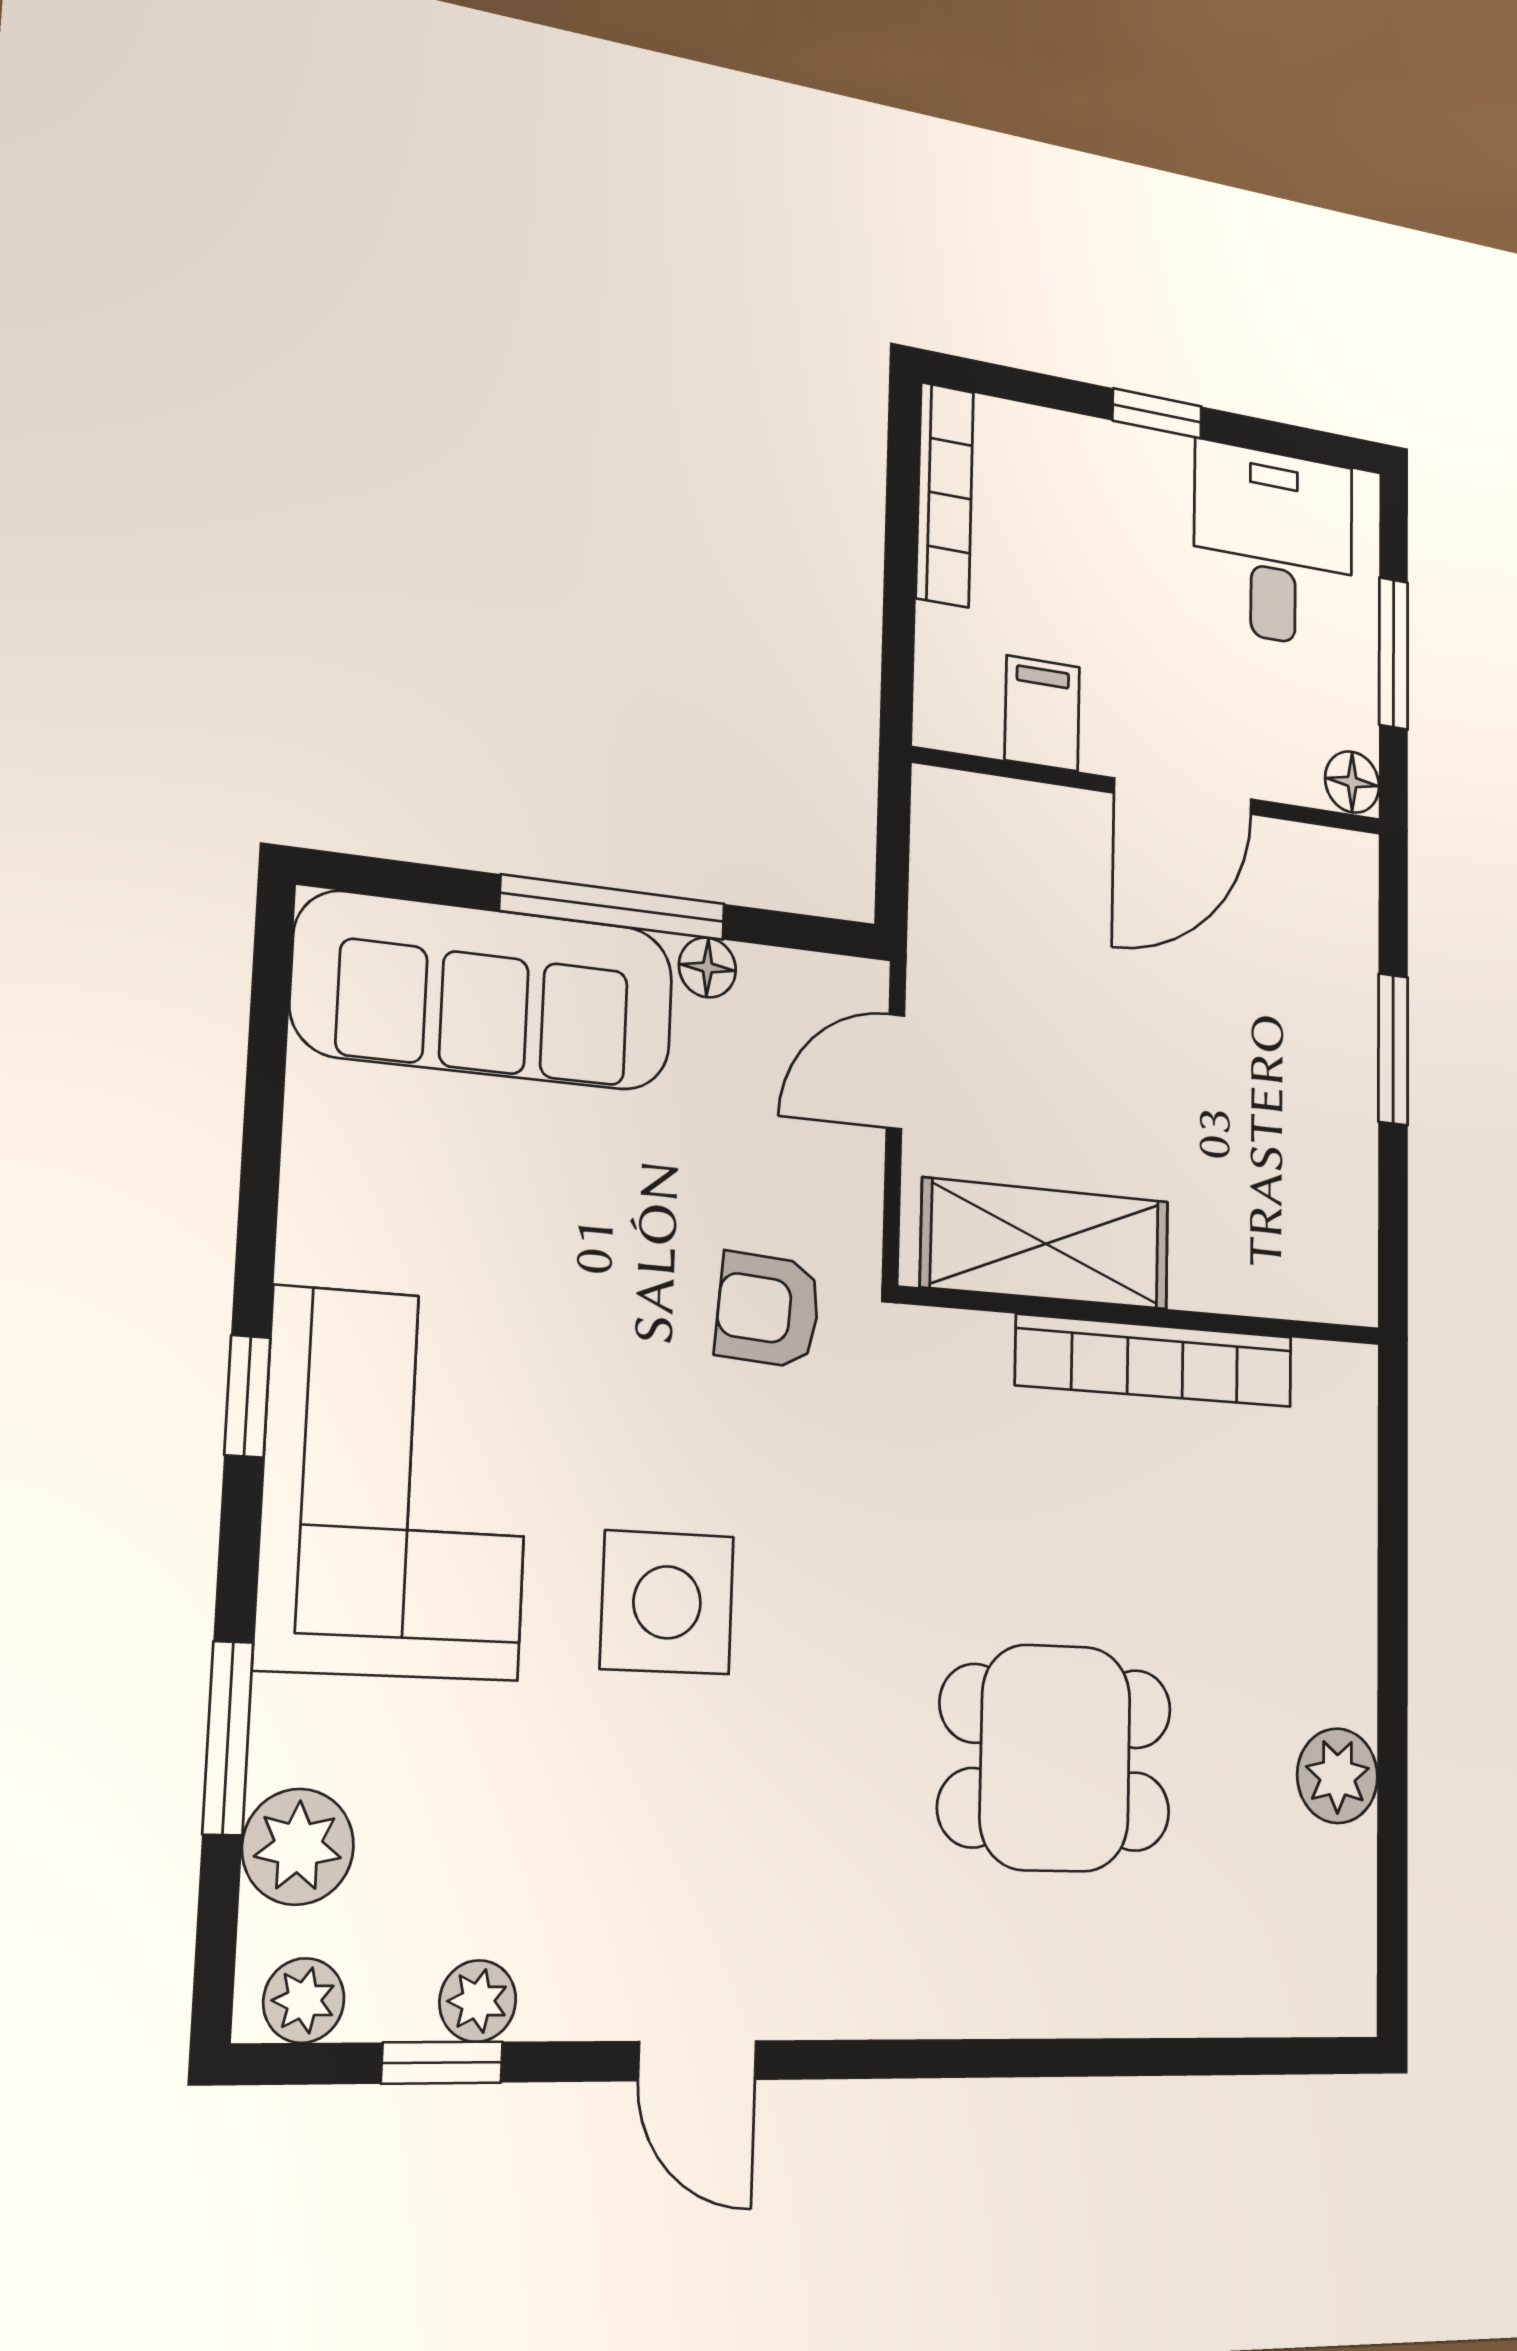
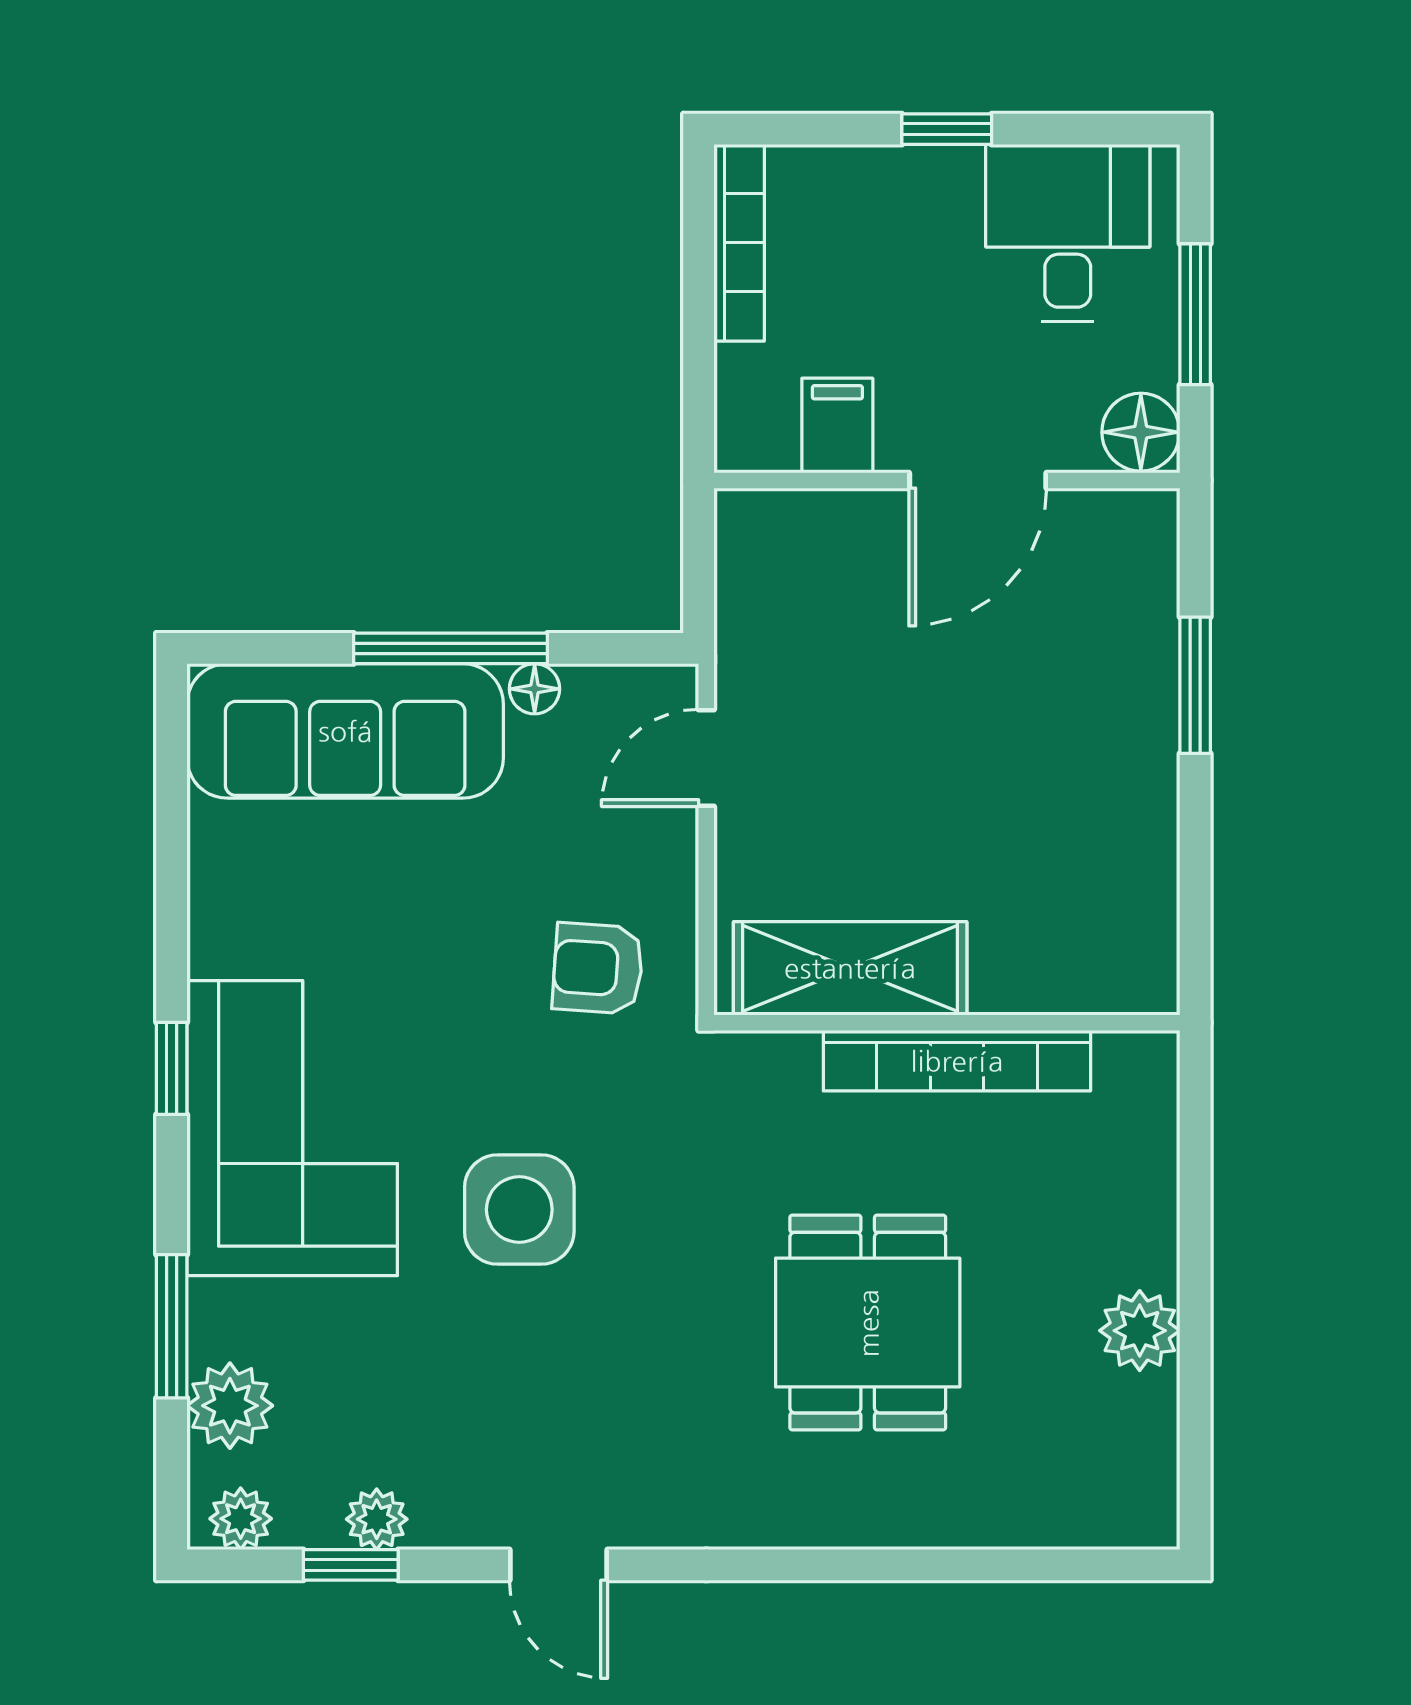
floor lamp: (1352, 782) -> (1141, 432), width x1.37, depth x1.37
shelving: (1046, 1244) -> (850, 968), moved
wall: (1145, 1316) -> (947, 1023), moved
bookcase: (1155, 1361) -> (957, 1061), moved
dining table: (1055, 1758) -> (868, 1323), turned 90

